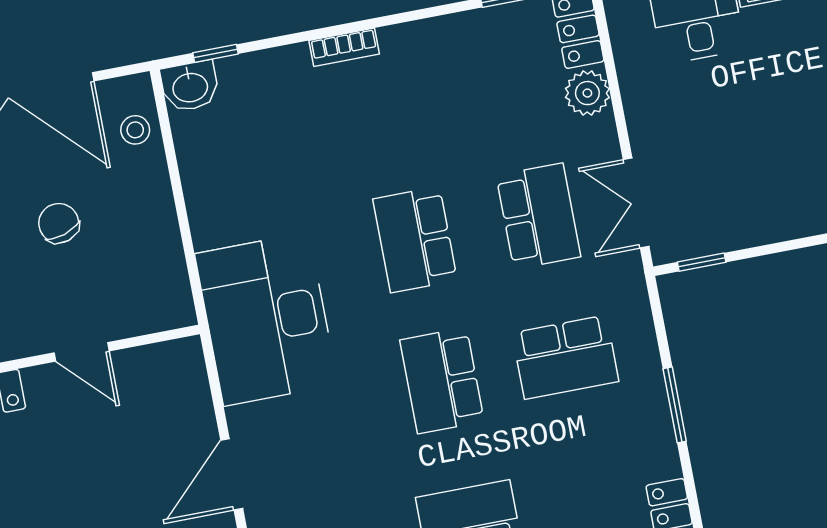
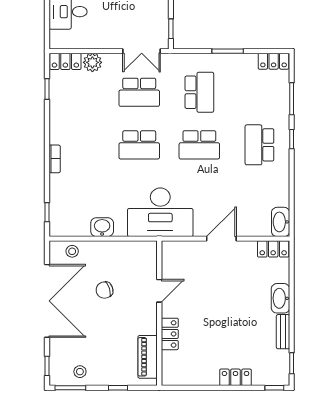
washbasin: (190, 86) -> (102, 227), moved, turned -90
school desk: (538, 216) -> (139, 92), turned 180
door: (232, 474) -> (221, 239), swing flipped

